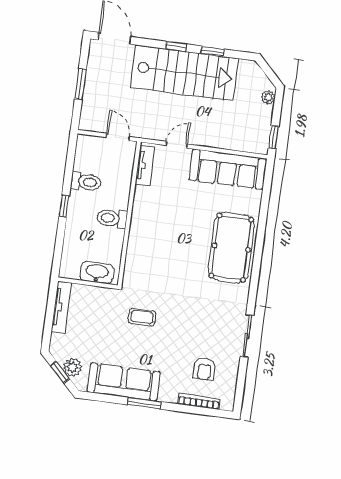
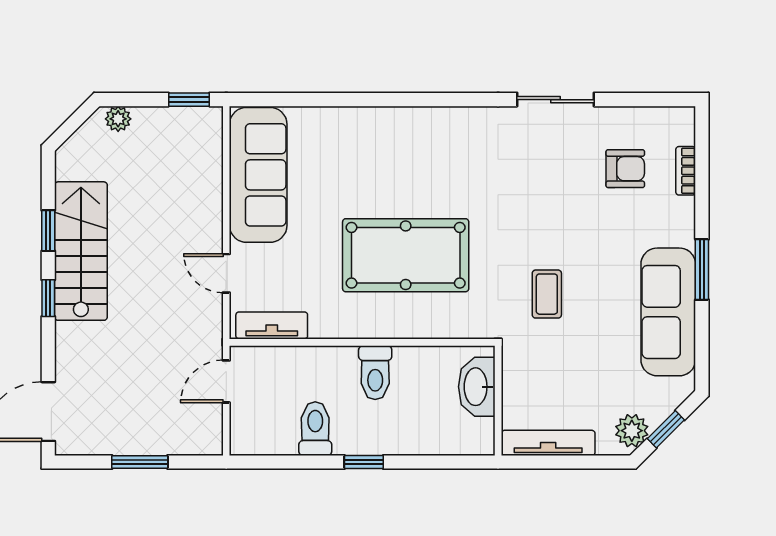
stairs: (184, 73) -> (81, 251), width x0.73, depth x0.66
pool table: (231, 248) -> (406, 255), moved
plant: (72, 367) -> (632, 431), moved
bookcase: (199, 402) -> (686, 171), width x0.64

